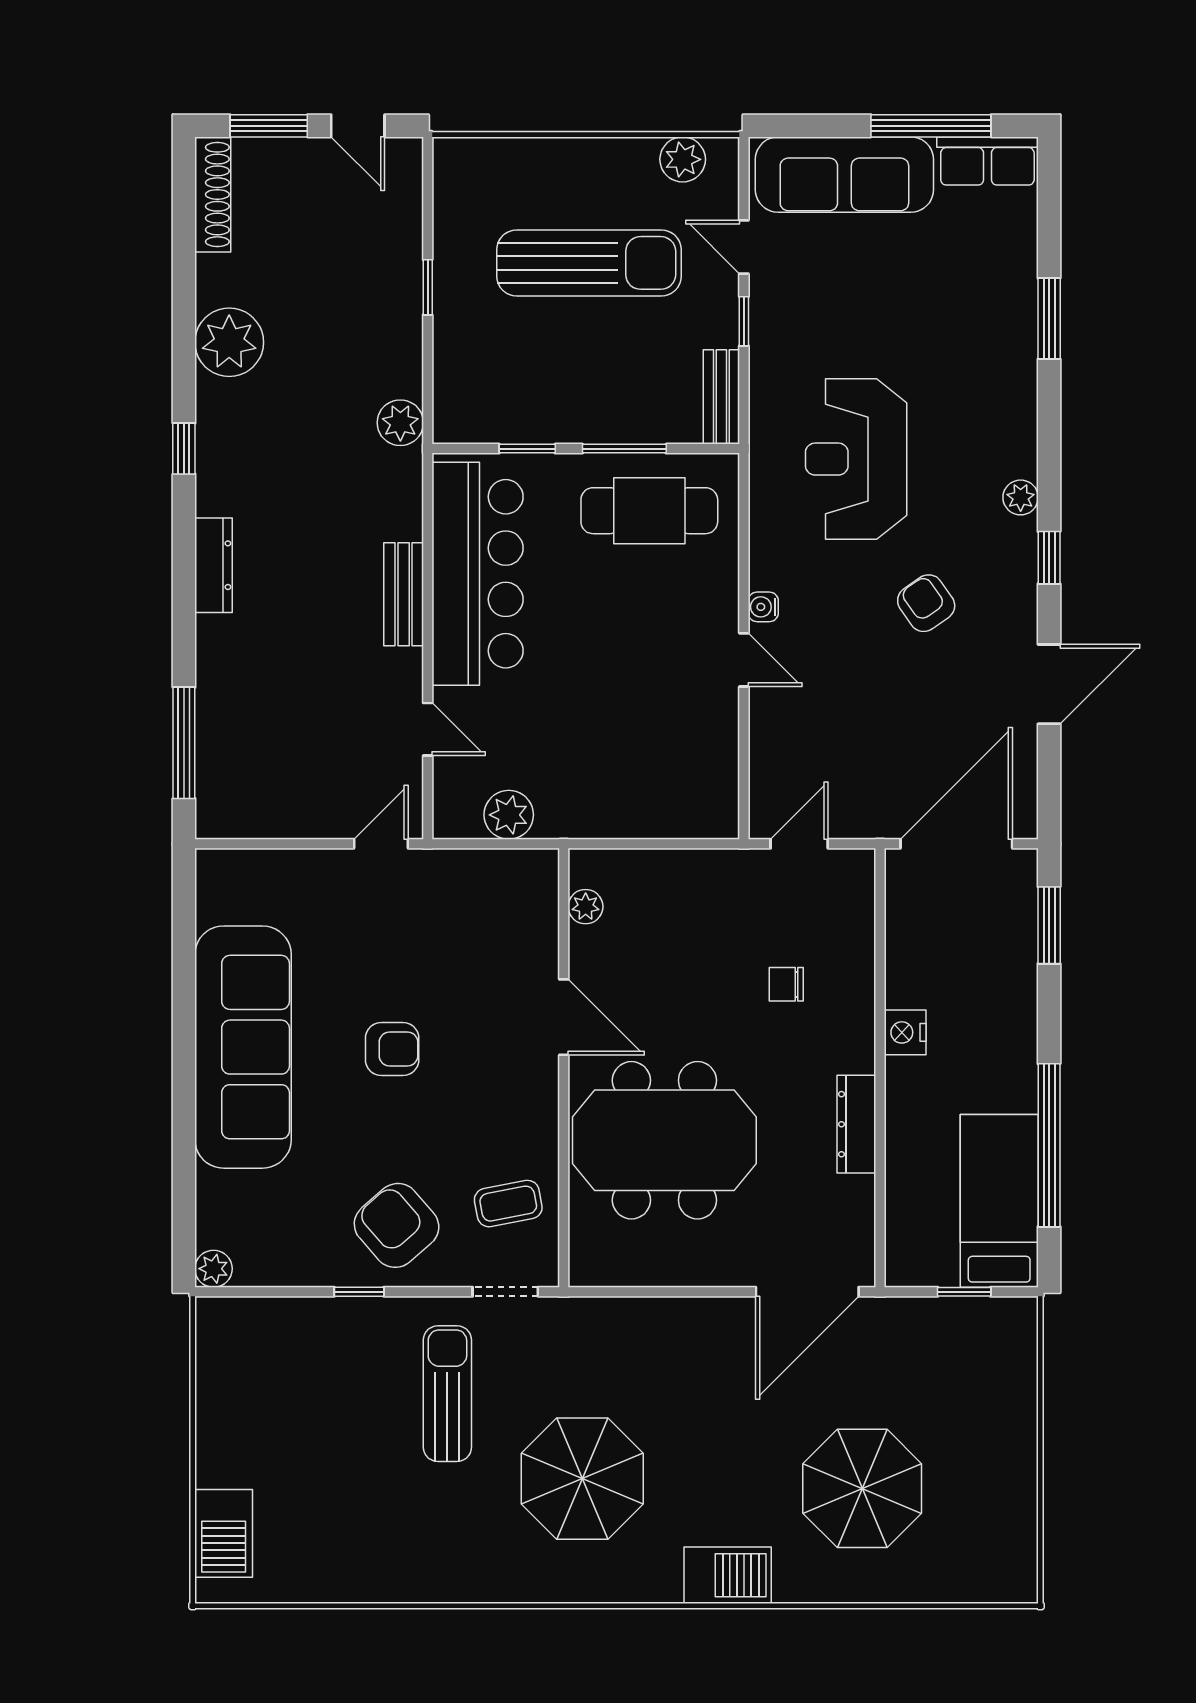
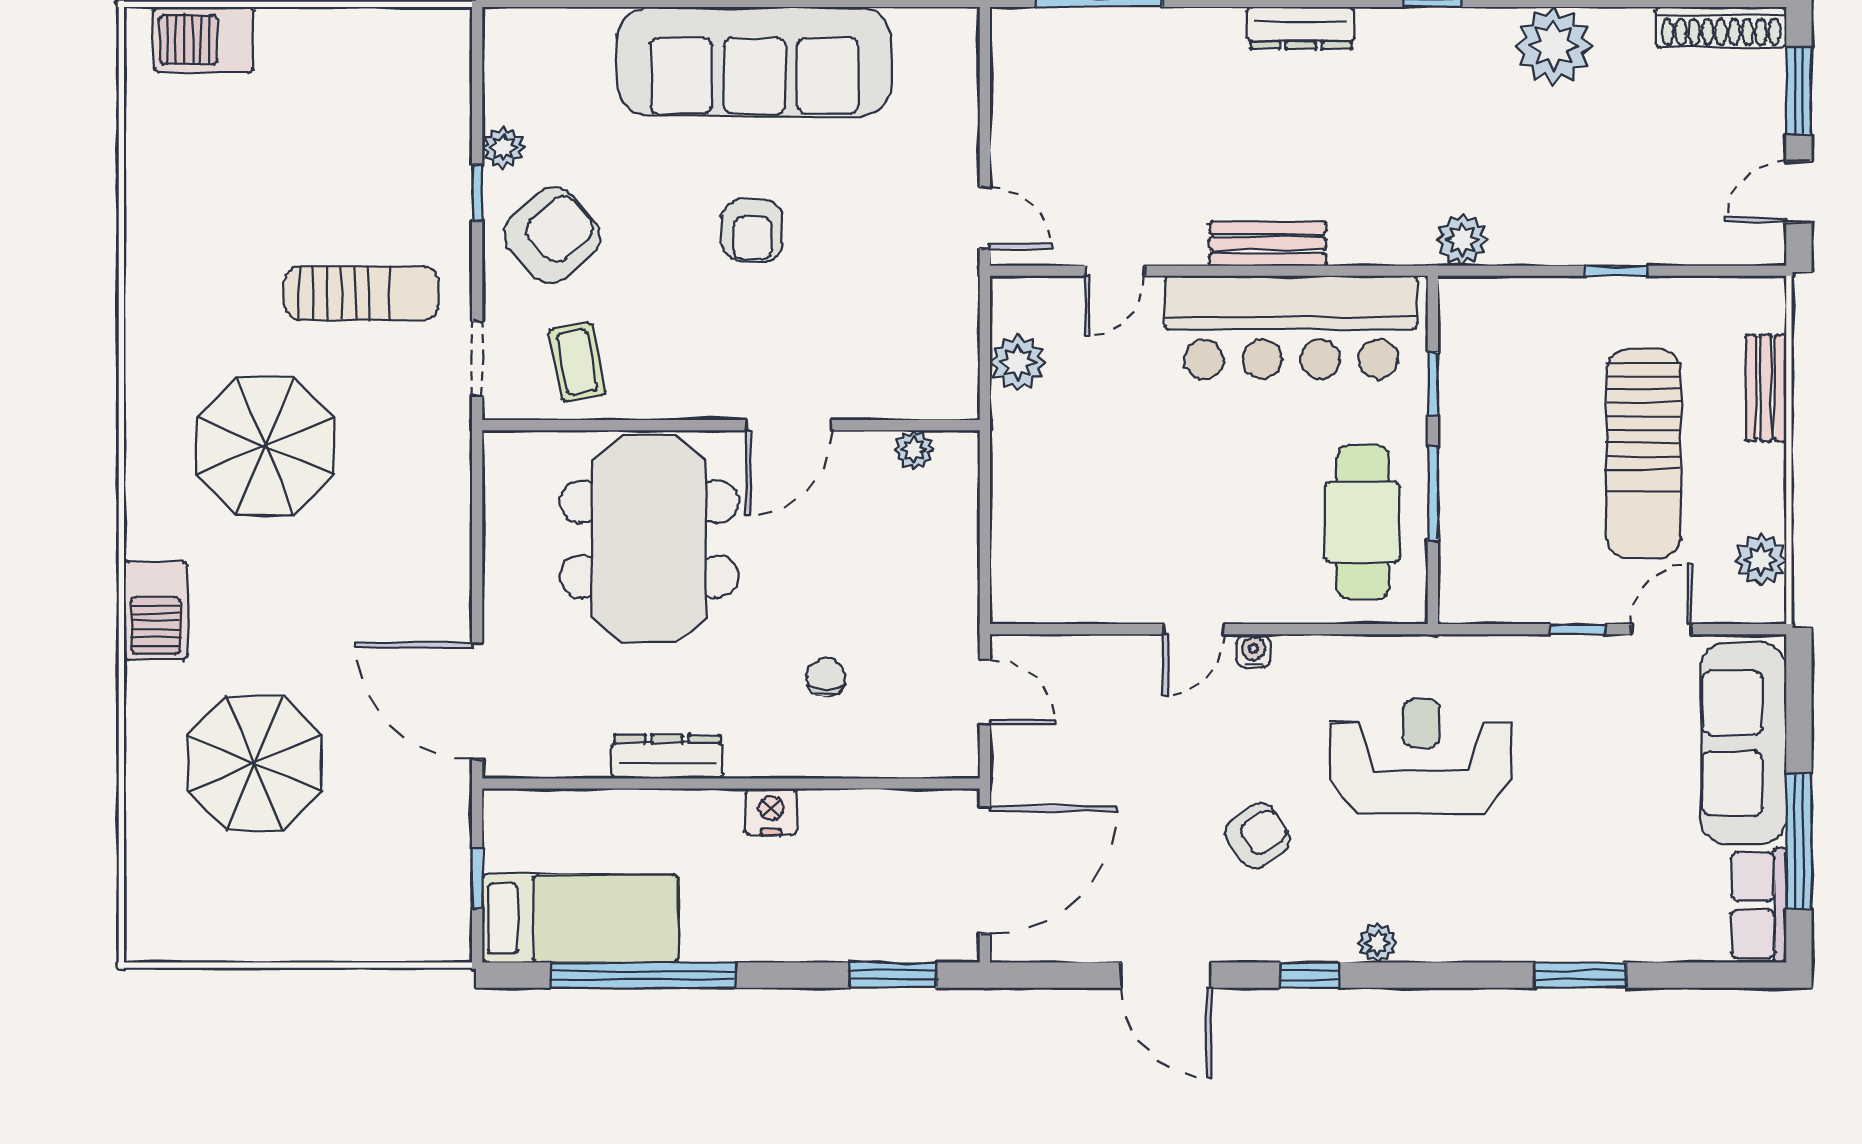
bench: (721, 397) -> (1766, 388), moved, turned 90
door: (956, 844) -> (985, 870), hinge flipped
plant: (214, 1269) -> (503, 148), moved

